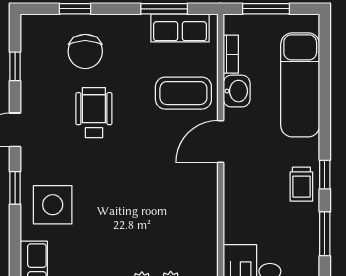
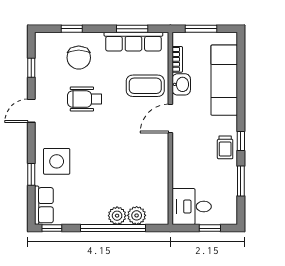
row of seats: (180, 28) -> (133, 42), width x1.48
wheelchair: (94, 113) -> (85, 99), turned -90
window: (15, 188) -> (31, 174), moved

